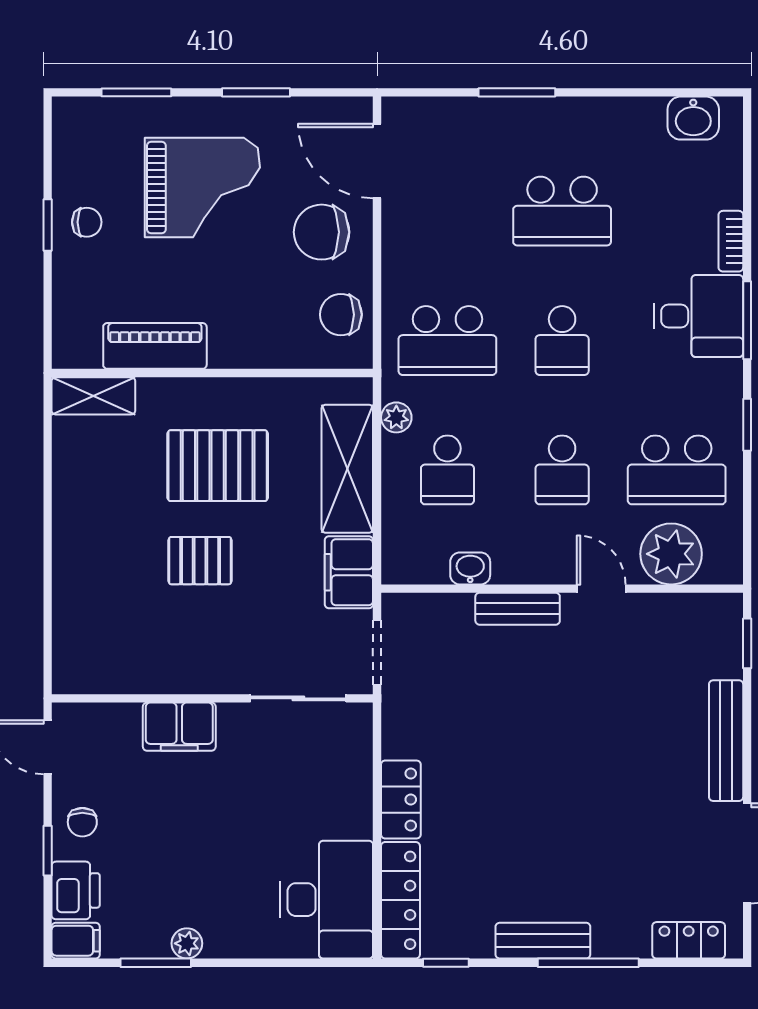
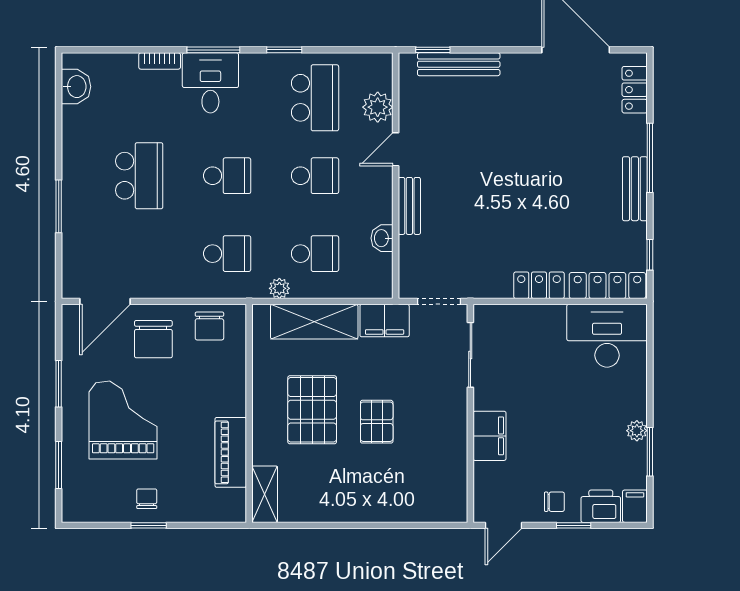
school desk: (447, 340) -> (227, 254), width x0.54
plant: (671, 554) -> (378, 107), width x0.73, depth x0.73
bench: (726, 741) -> (459, 64), moved

